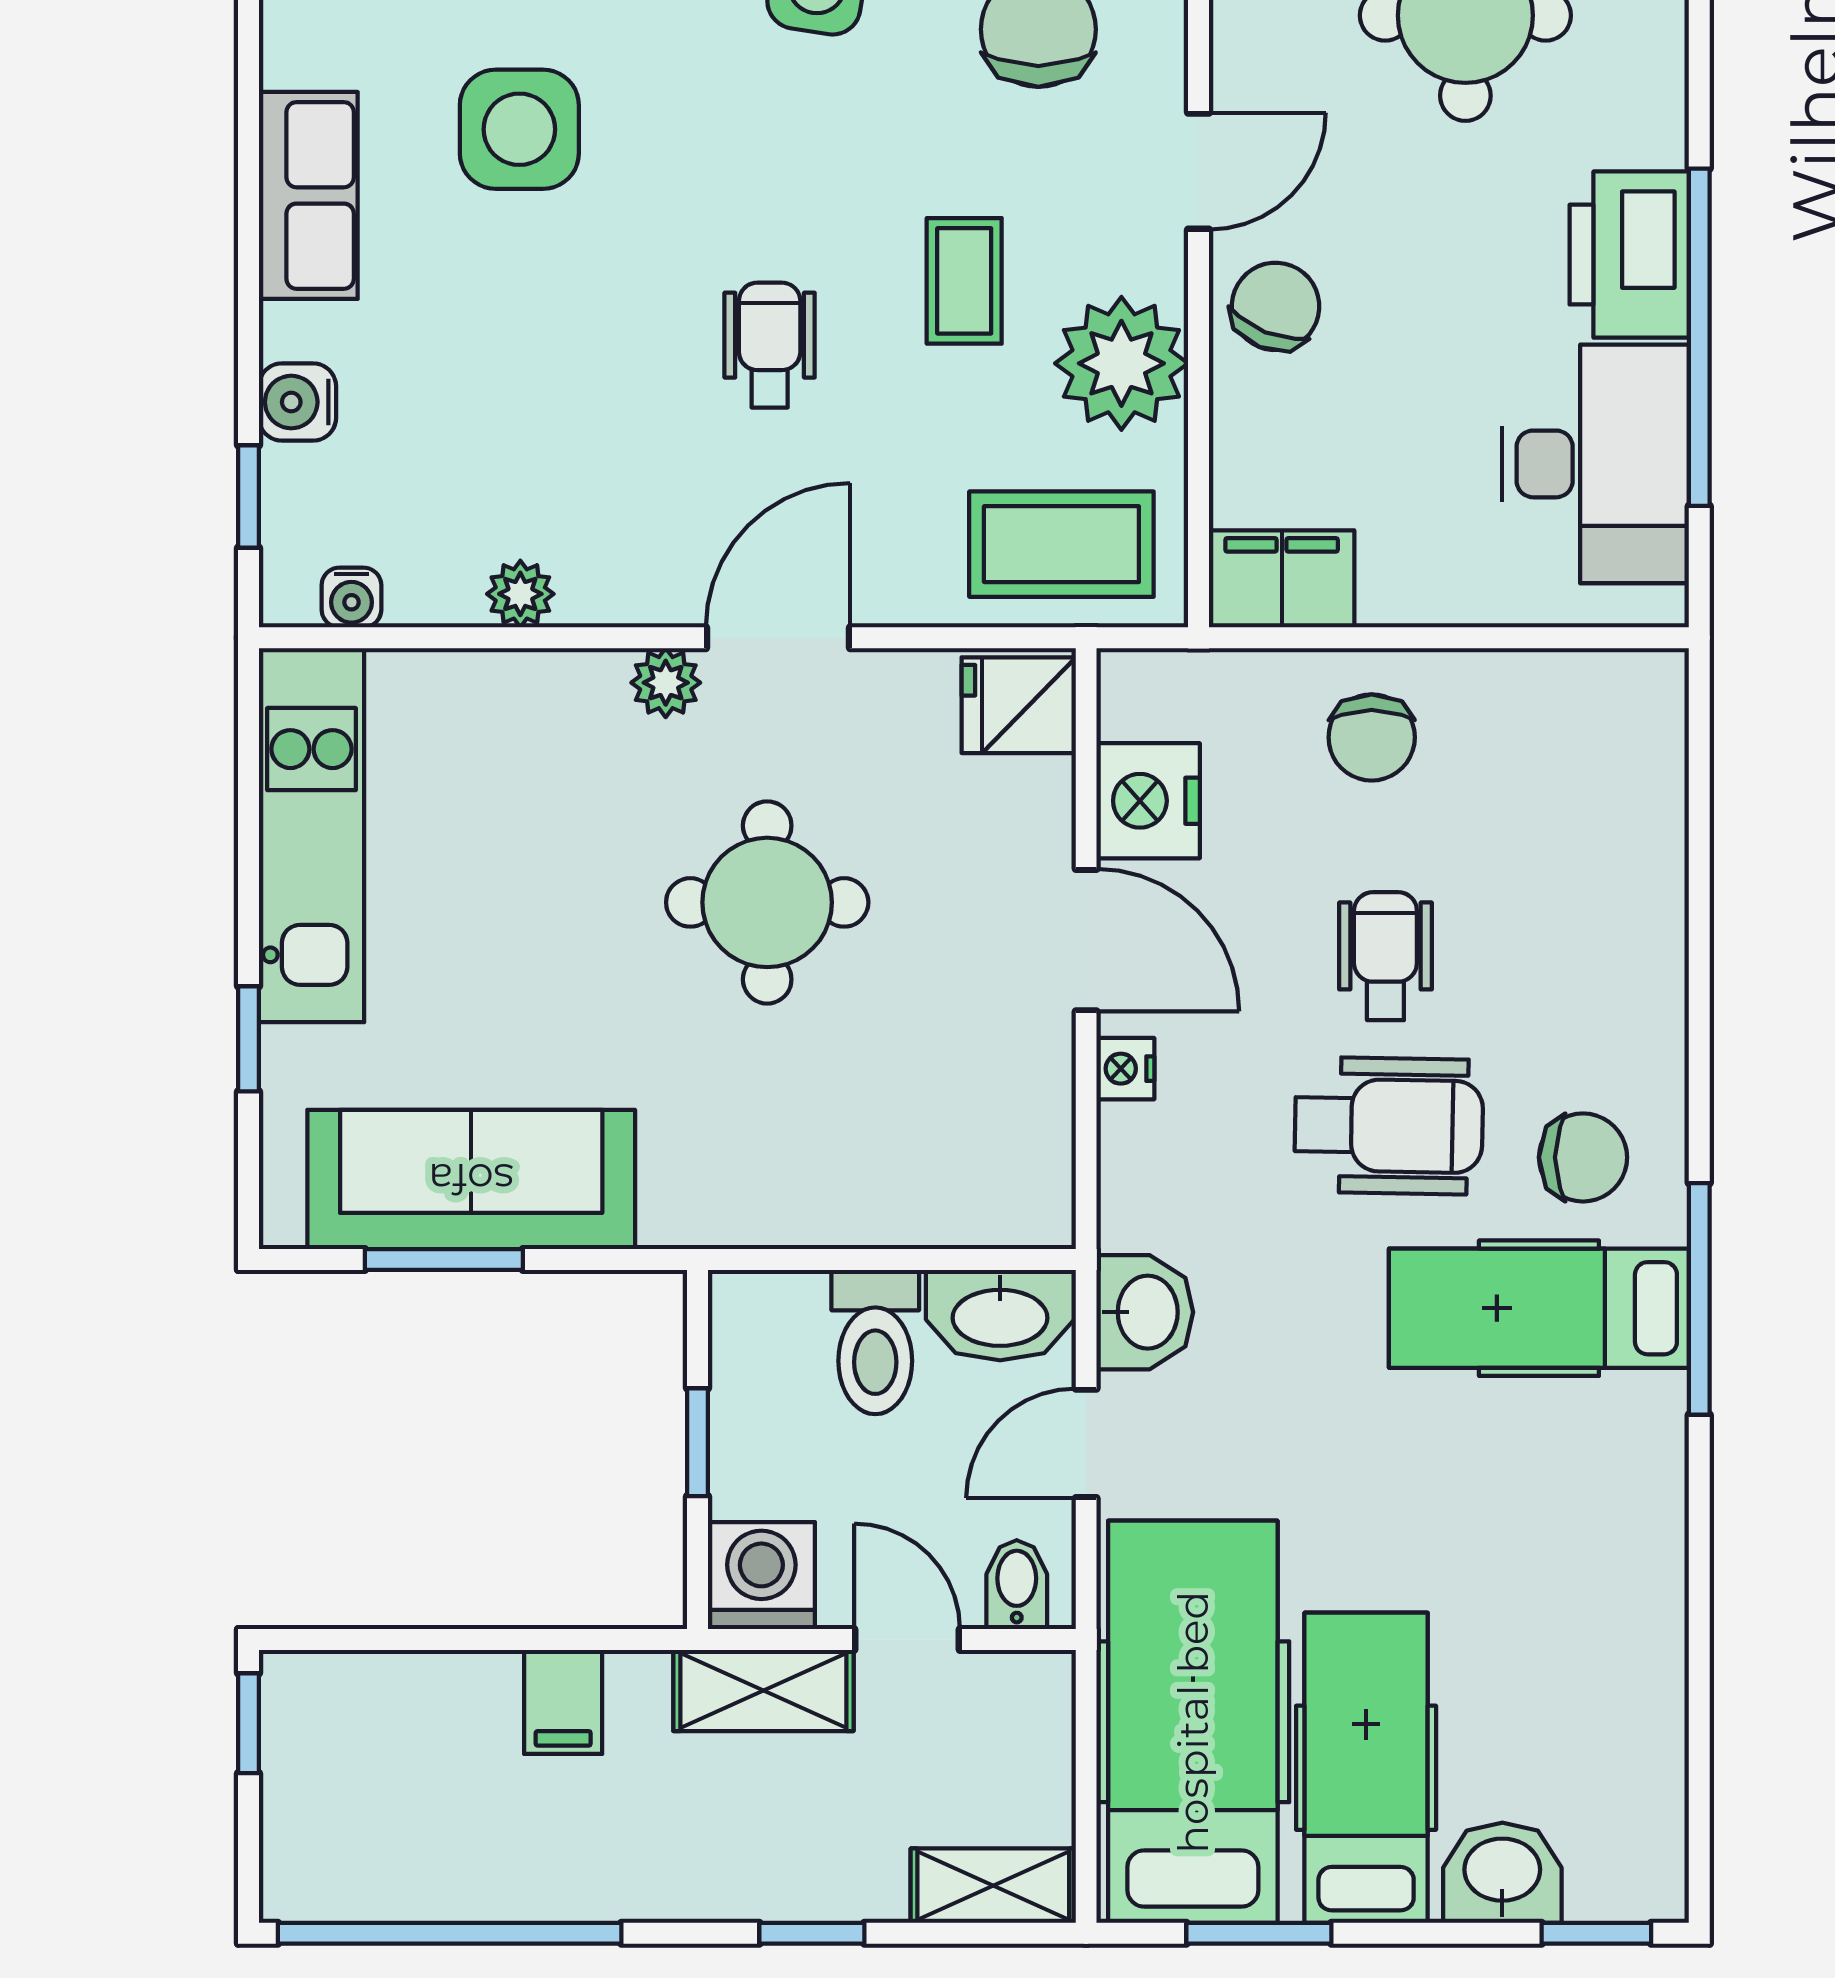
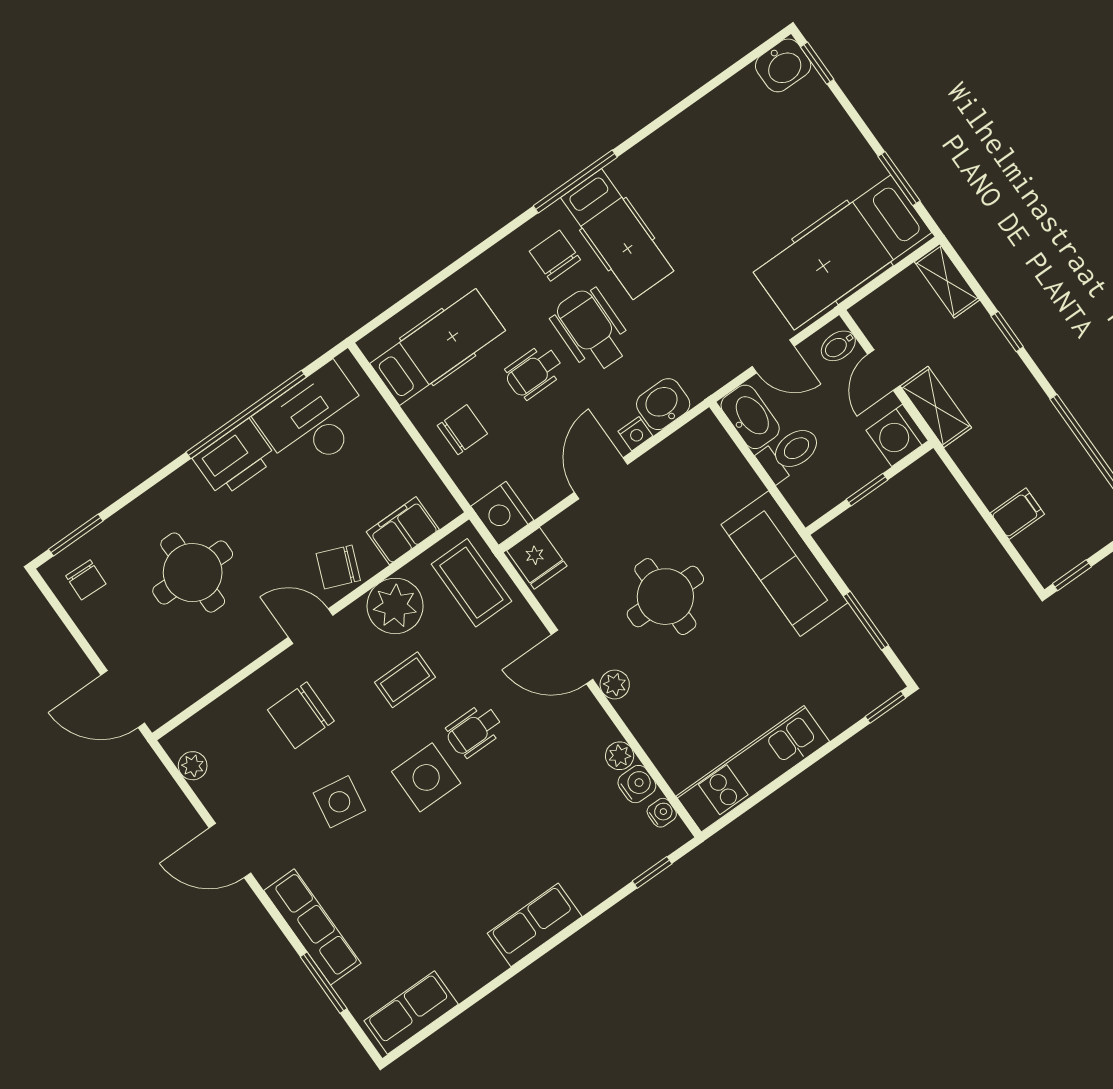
side table: (519, 129) -> (426, 777), moved
water cooler: (297, 402) -> (637, 784), moved, turned -90
filing cabinet: (1282, 579) -> (403, 531), moved, turned 90
nightstand: (1148, 801) -> (502, 513), moved, turned 90
window: (248, 1039) -> (885, 707), moved
sofa: (471, 1179) -> (784, 564), moved
washbasin: (1145, 1312) -> (663, 404), moved
filing cabinet: (563, 1702) -> (1017, 514), moved
hospital bed: (1366, 1768) -> (438, 347), moved, turned 180
washbasin: (1502, 1873) -> (783, 65), moved, turned -90

